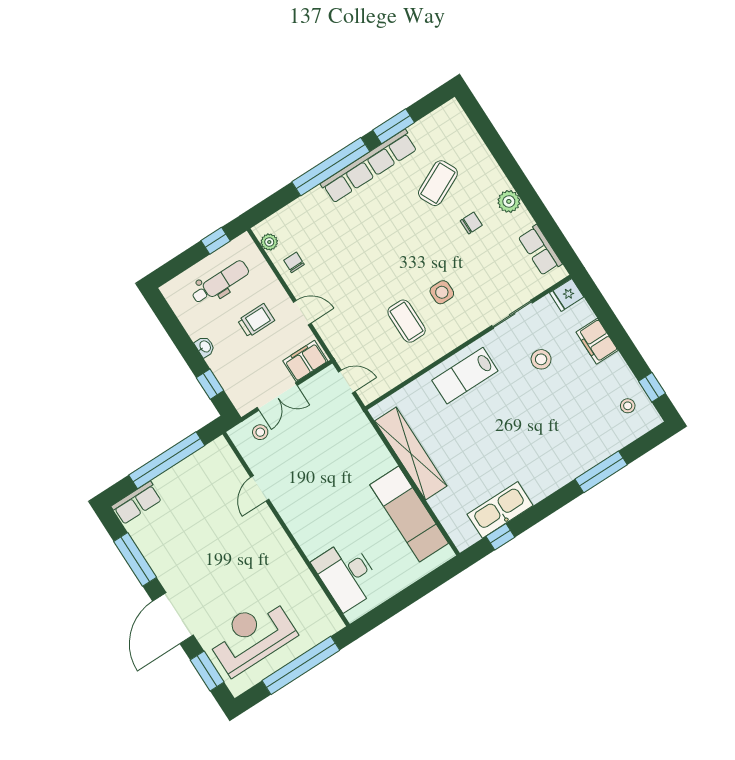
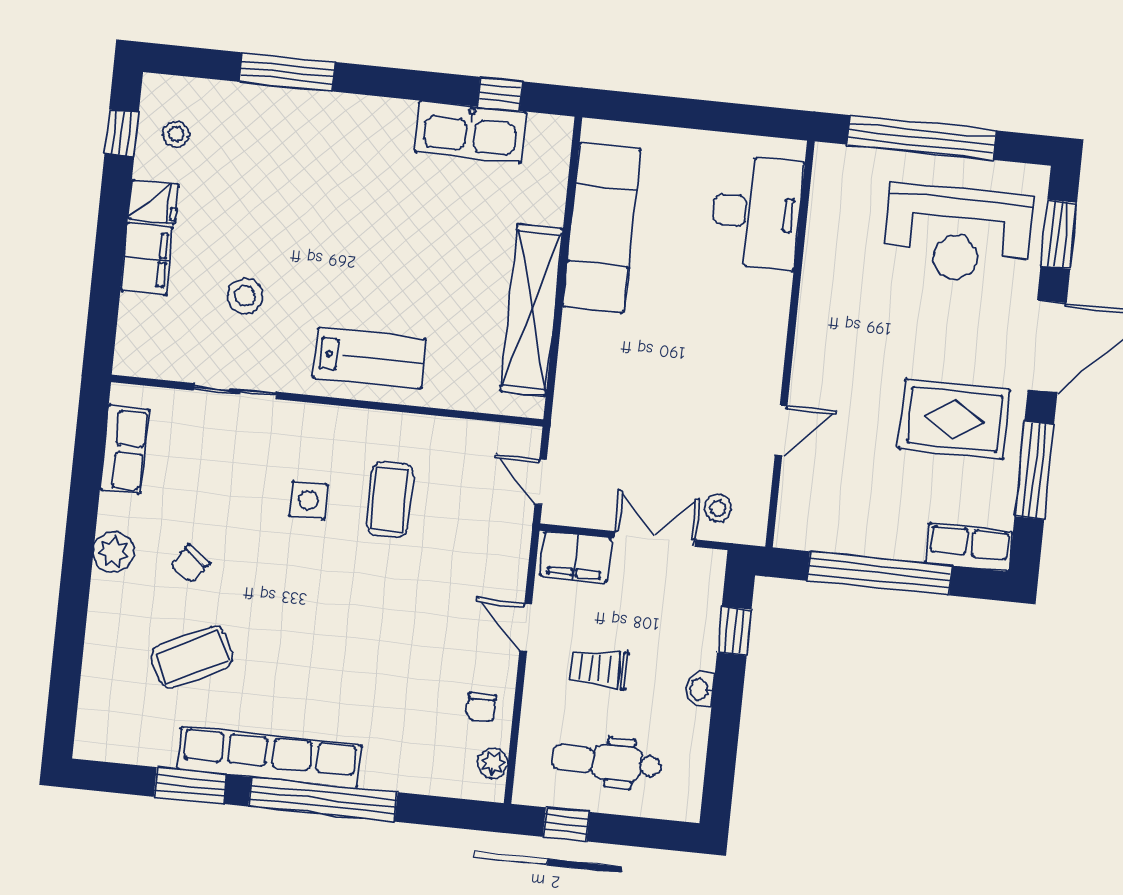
chair: (471, 223) -> (190, 564), turned -55
fridge: (567, 295) -> (153, 202), moved
rug: (188, 554) -> (954, 419), added

